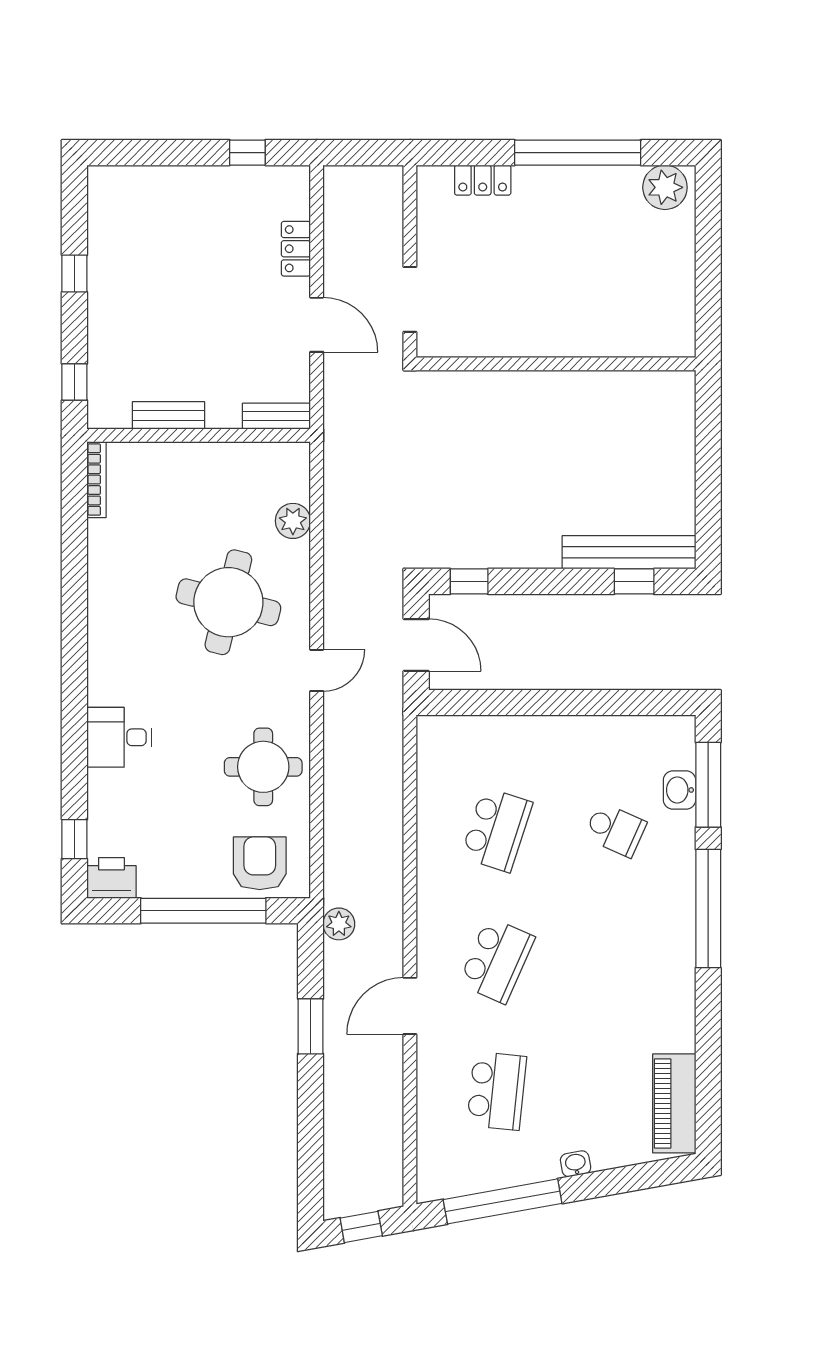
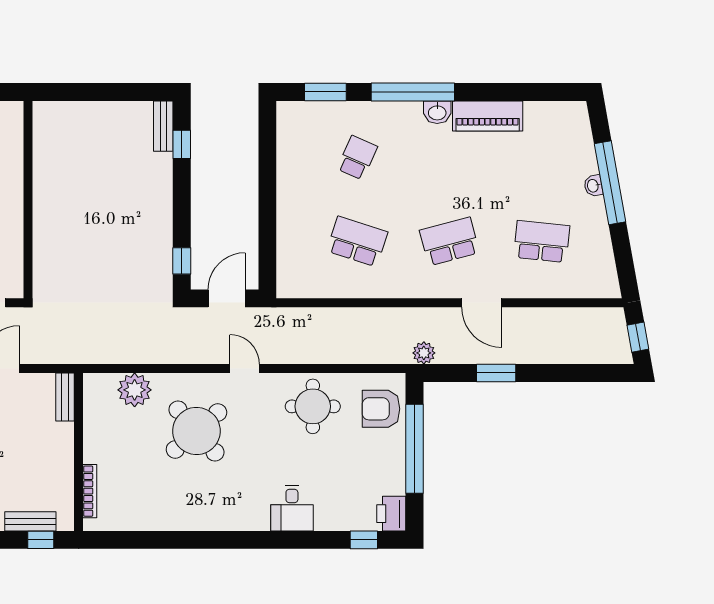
bench: (168, 415) -> (30, 521), moved, turned 90
bookcase: (97, 480) -> (90, 491), moved, turned 90
plant: (293, 521) -> (135, 390), width x1.36, depth x1.36
bench: (629, 552) -> (163, 126), width x0.54, depth x0.82
round table: (228, 602) -> (196, 431), turned 35
window: (708, 785) -> (325, 92), width x0.69
washbasin: (680, 790) -> (437, 112), moved
school desk: (497, 960) -> (449, 241), turned -39
piano: (674, 1103) -> (488, 116), moved
window: (503, 1201) -> (610, 183), moved

